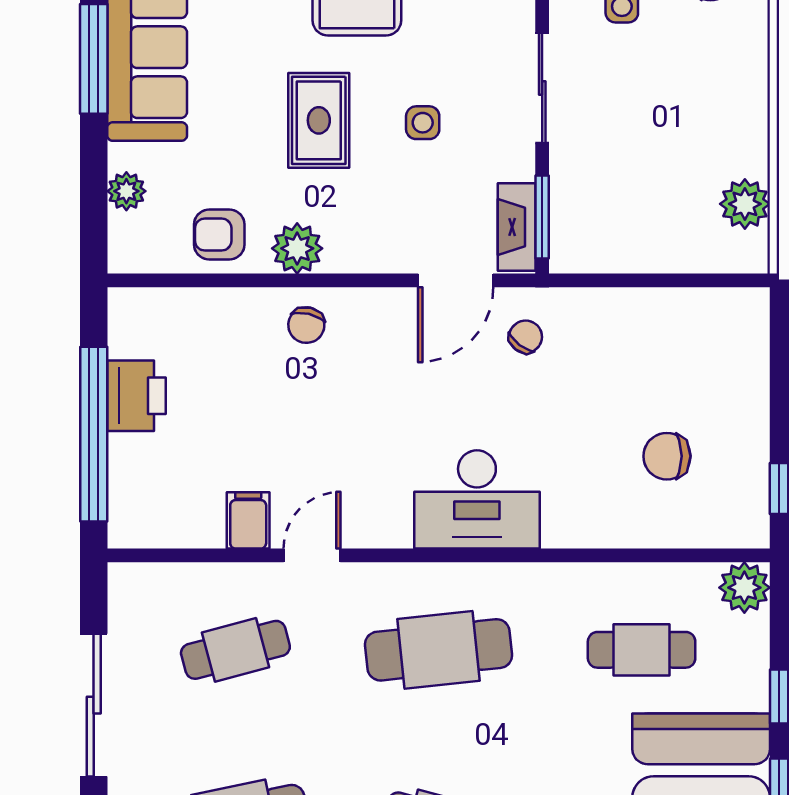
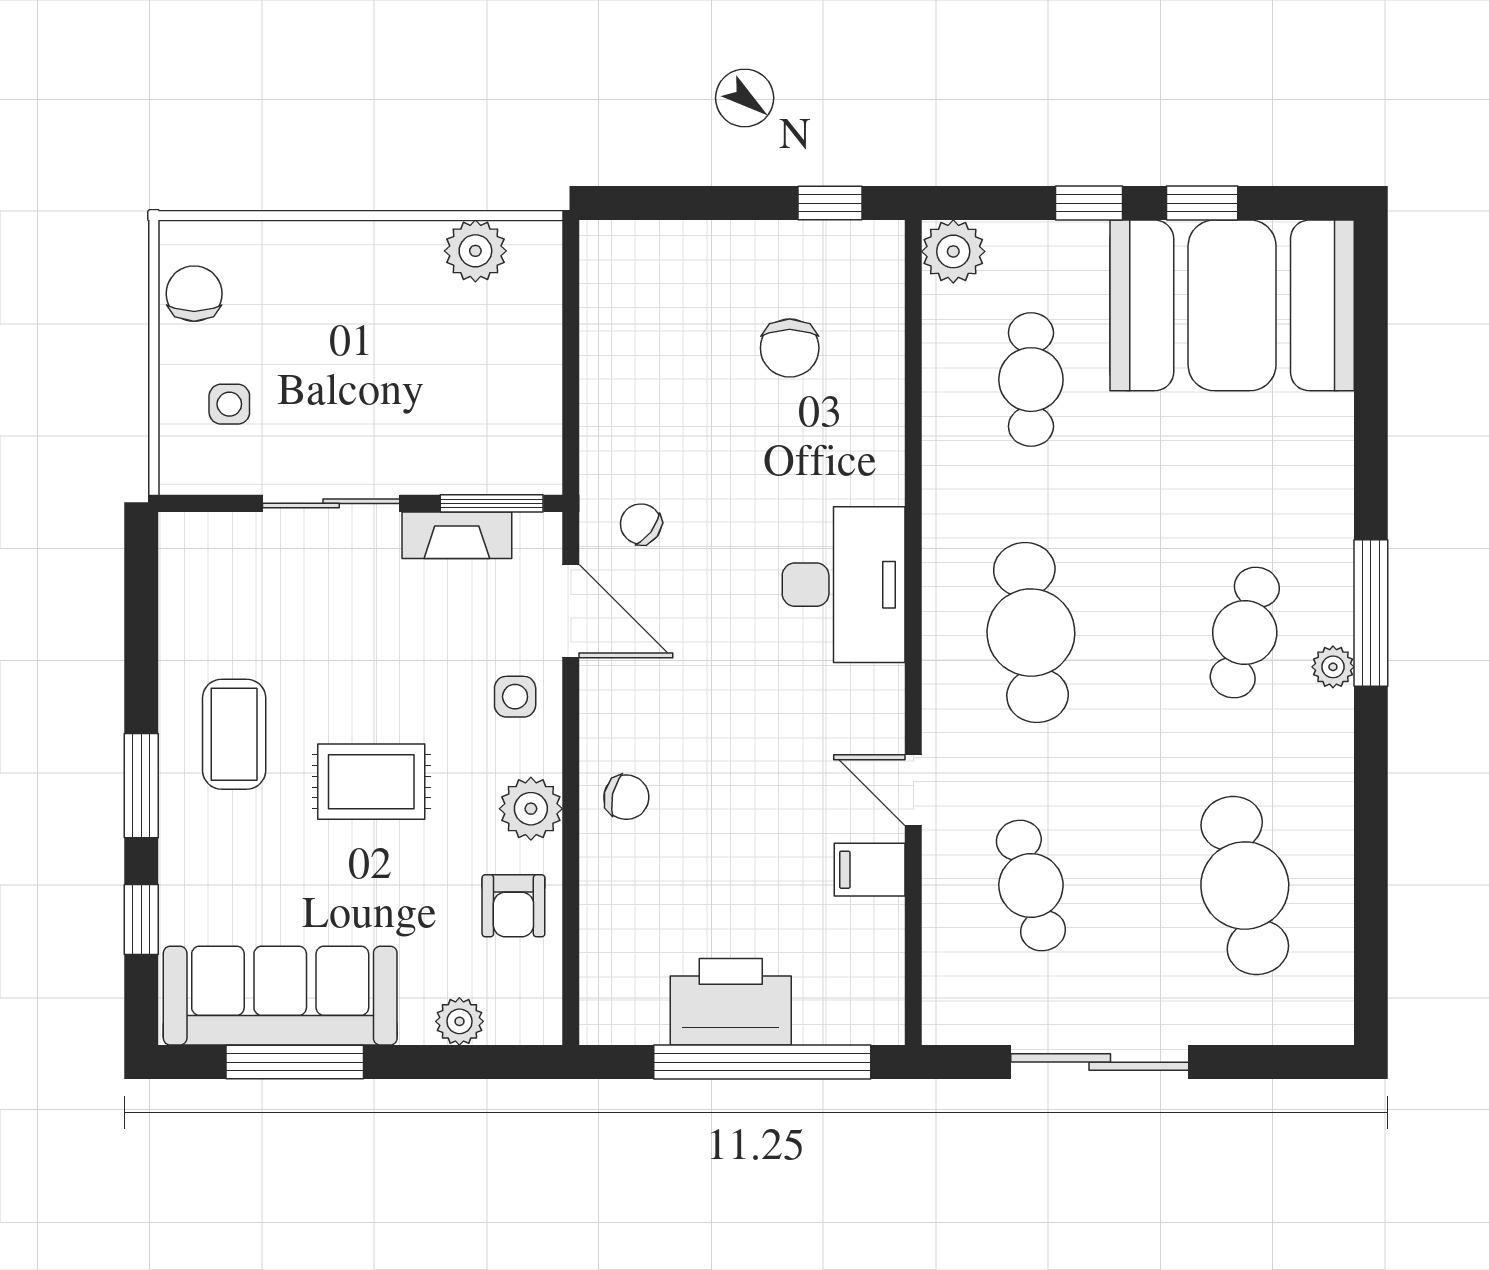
side table: (423, 123) -> (515, 697), moved
fireplace: (517, 227) -> (457, 535), moved
printer: (136, 396) -> (731, 1002), width x1.37, depth x1.19

